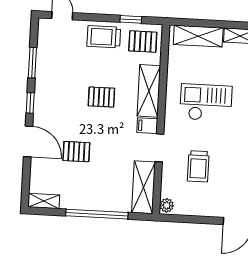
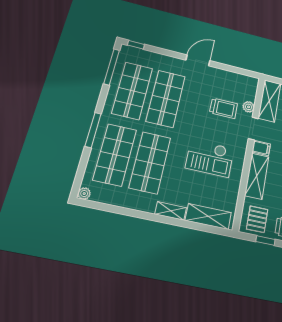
pallet: (143, 42) -> (257, 219), turned 90
trolley: (198, 166) -> (224, 108), turned 90
plant: (167, 205) -> (249, 107), moved

